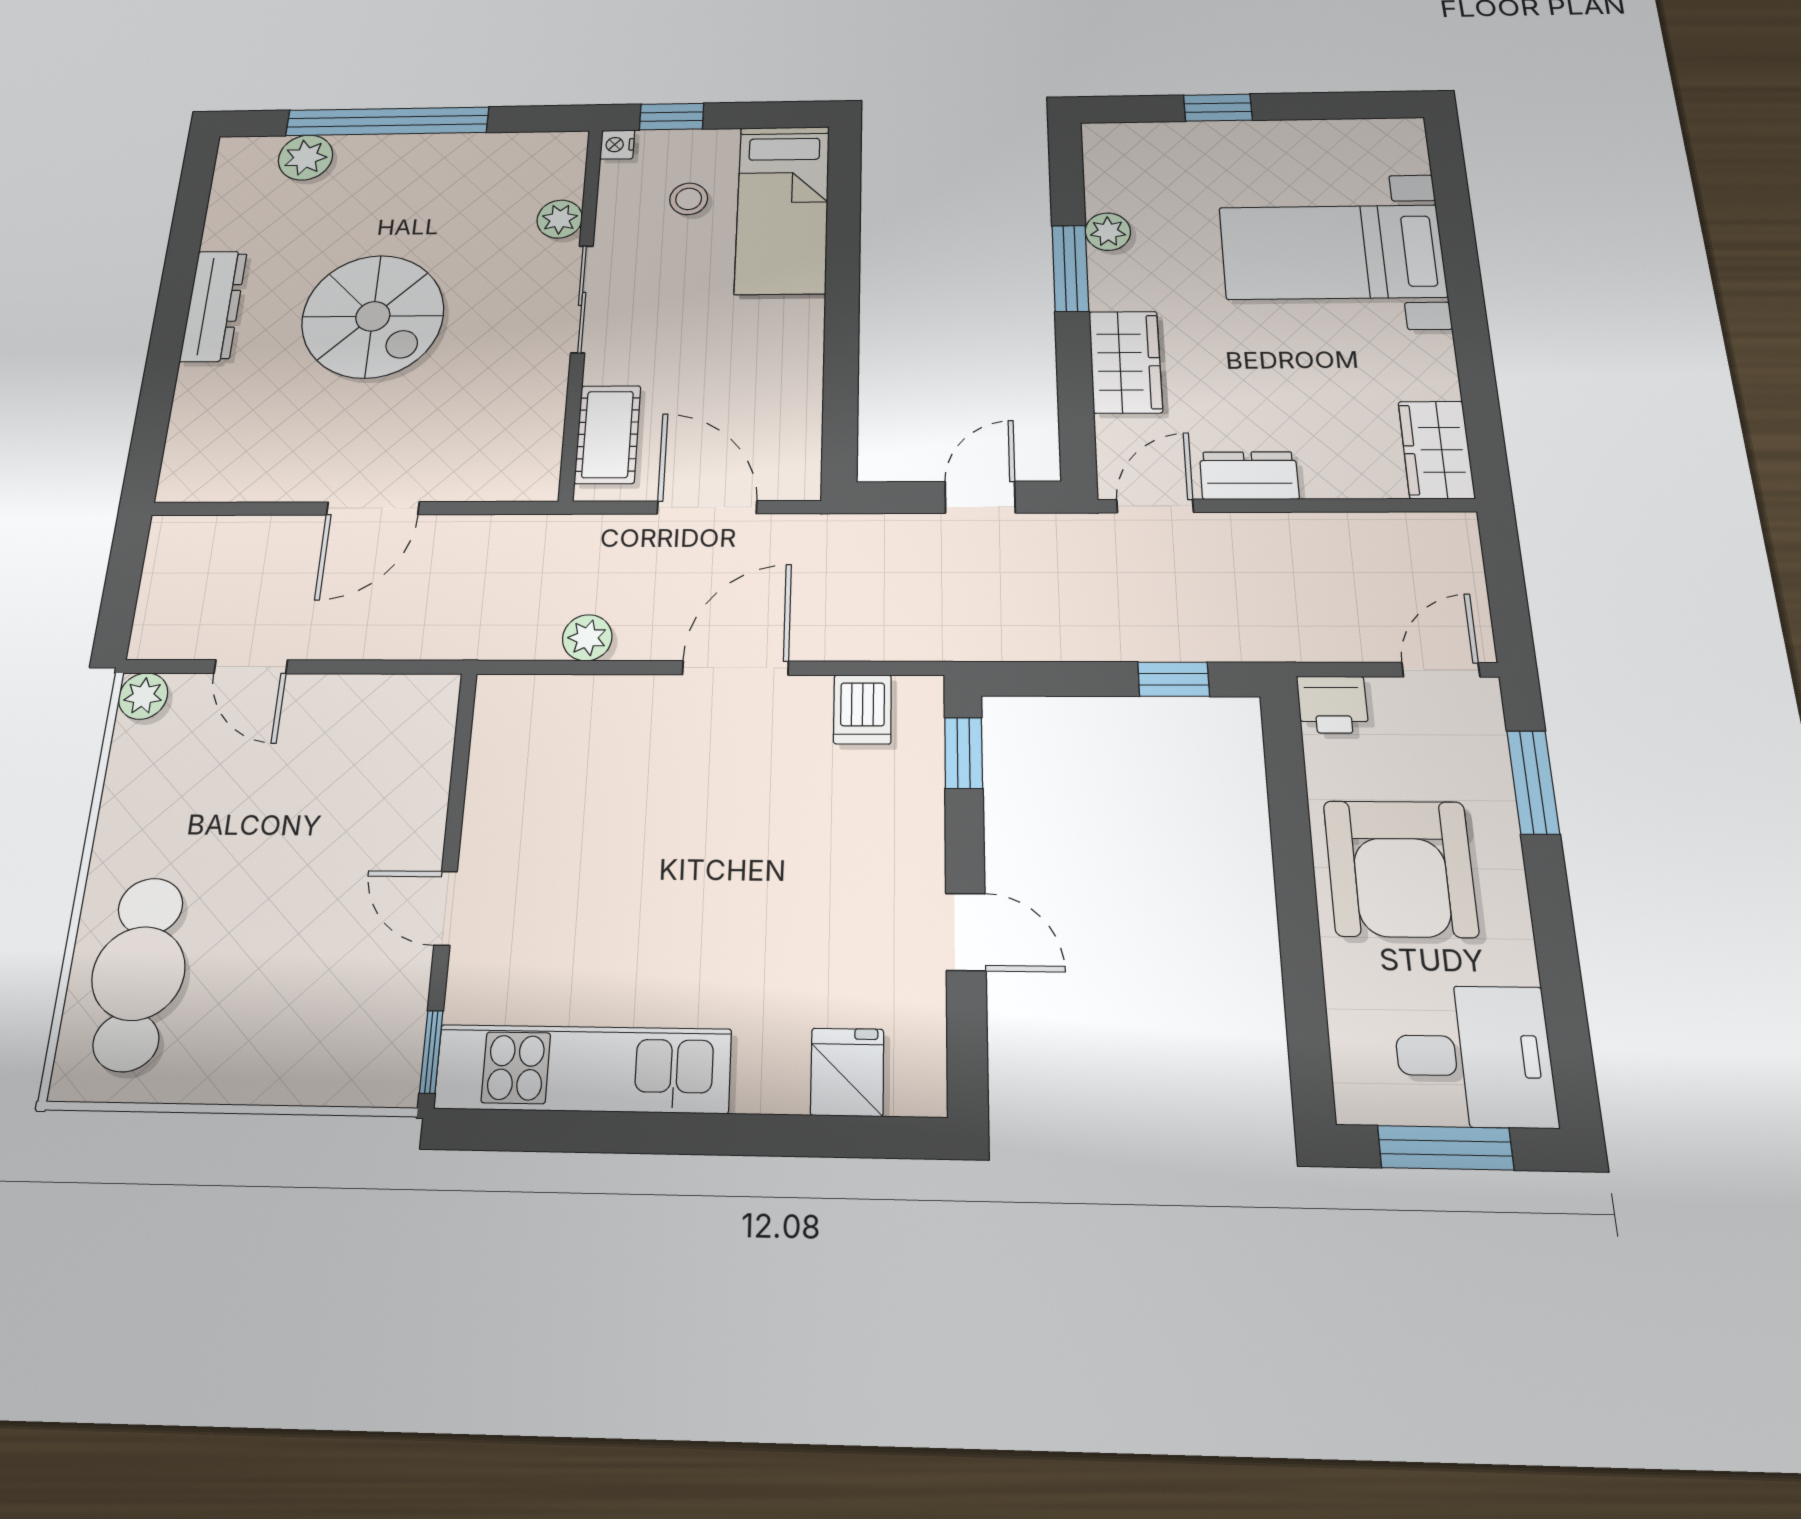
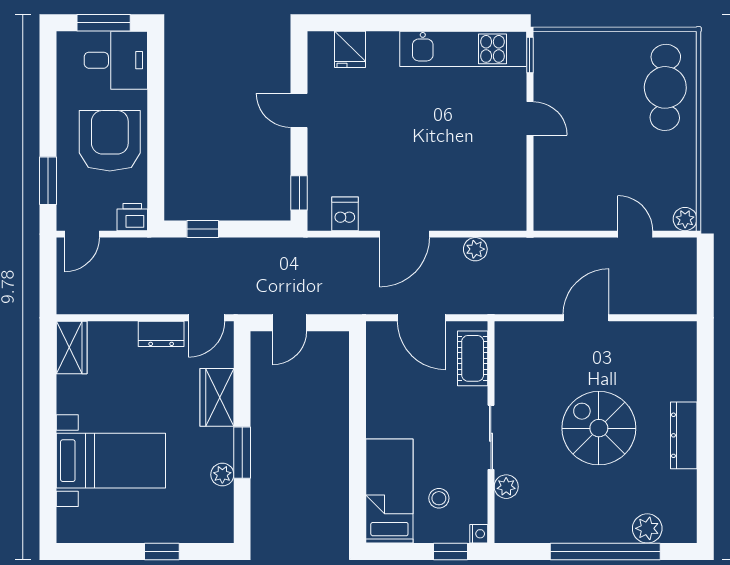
desk: (1474, 1056) -> (116, 60), moved, turned 180

